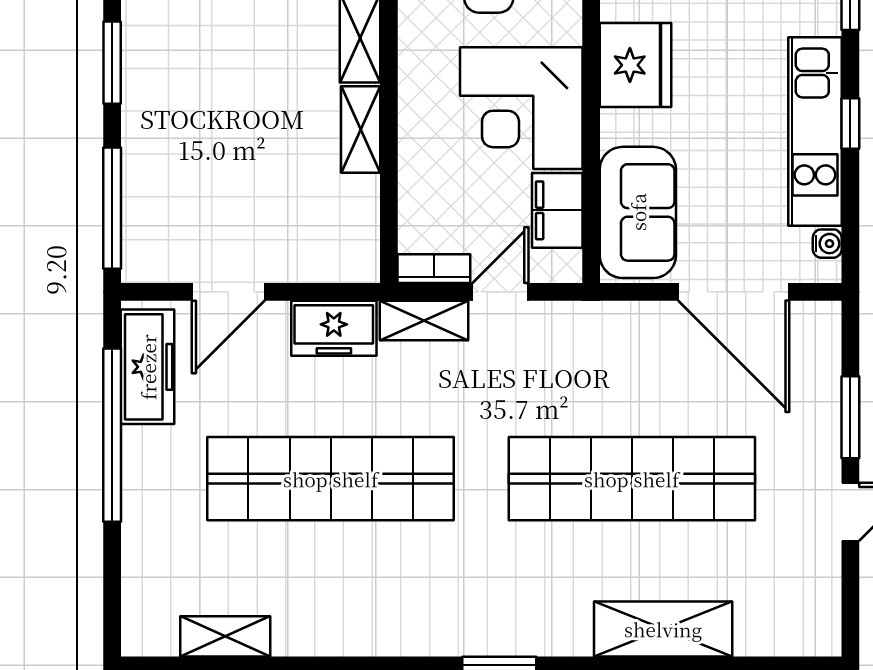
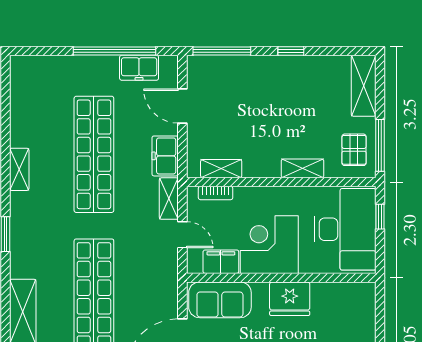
window: (112, 63) -> (291, 51), width x0.67
shelving: (361, 130) -> (221, 169), moved
bookcase: (434, 269) -> (216, 193), moved, turned 90
freezer: (148, 367) -> (139, 68), width x0.71
shelving: (225, 636) -> (19, 169), moved

